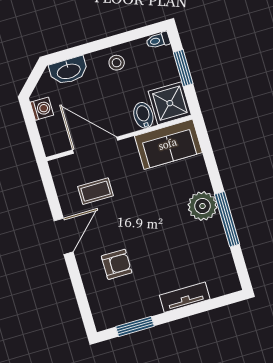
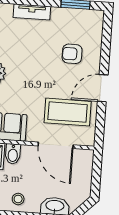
washing machine: (42, 109) -> (84, 186), removed
coffee table: (96, 191) -> (68, 112), width x1.86, depth x1.72

